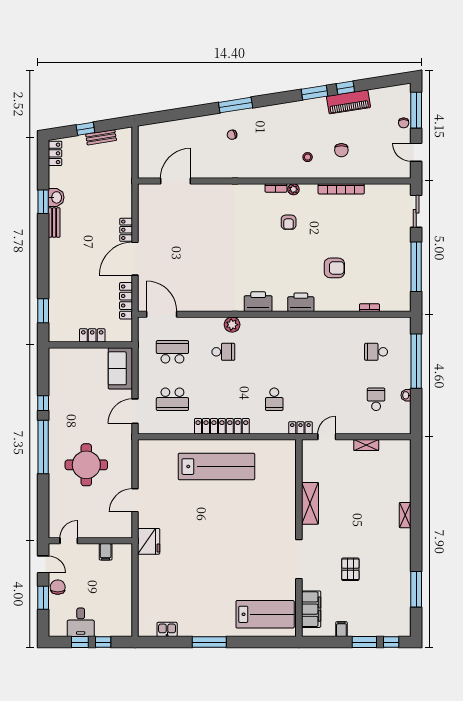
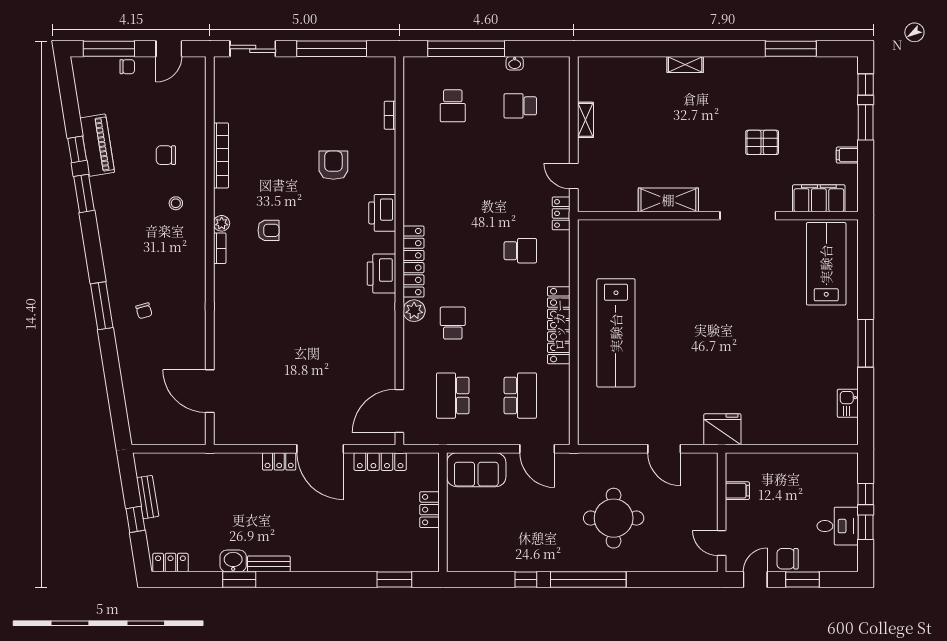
chair: (341, 150) -> (166, 155), turned 180
locker: (267, 324) -> (414, 262), added
lab bench: (216, 467) -> (616, 333), turned 180

